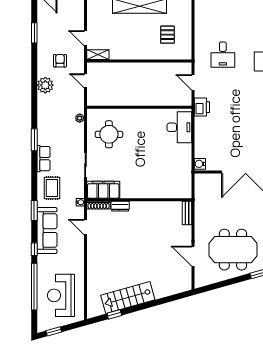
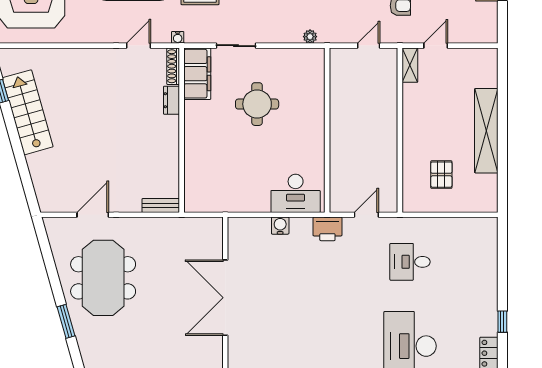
pallet: (167, 35) -> (441, 175), turned 90
round table: (109, 134) -> (257, 104), moved
water cooler: (200, 164) -> (280, 226), moved

